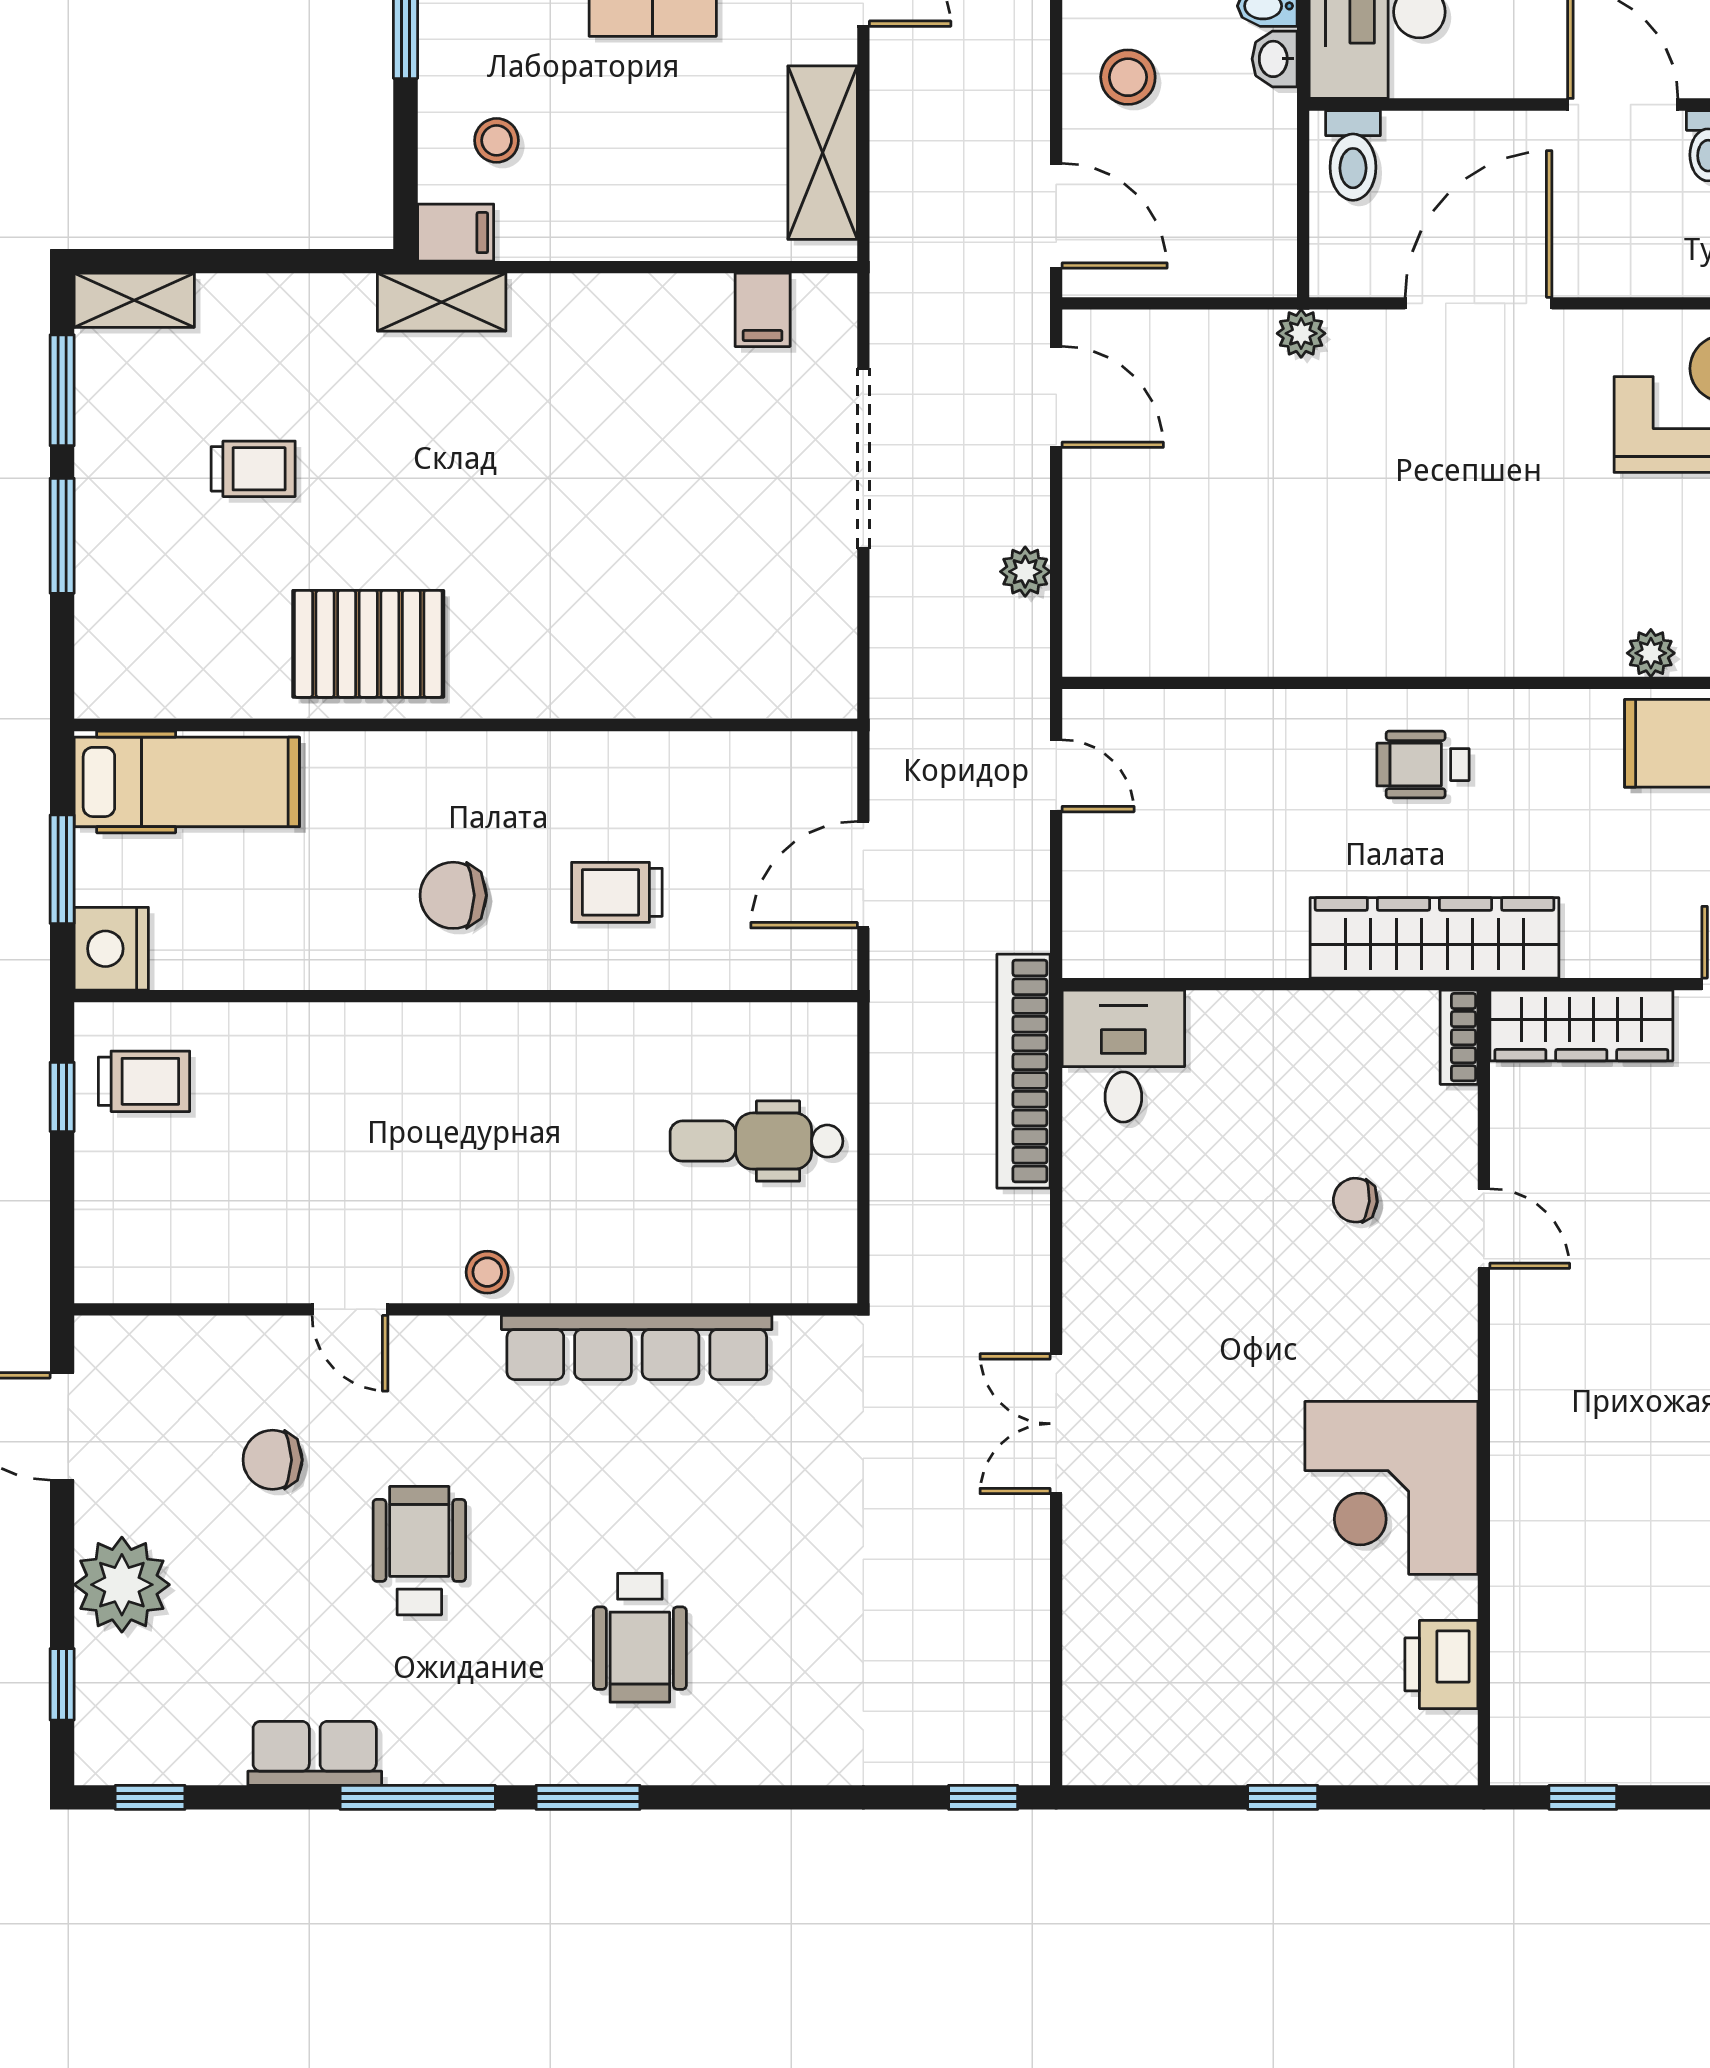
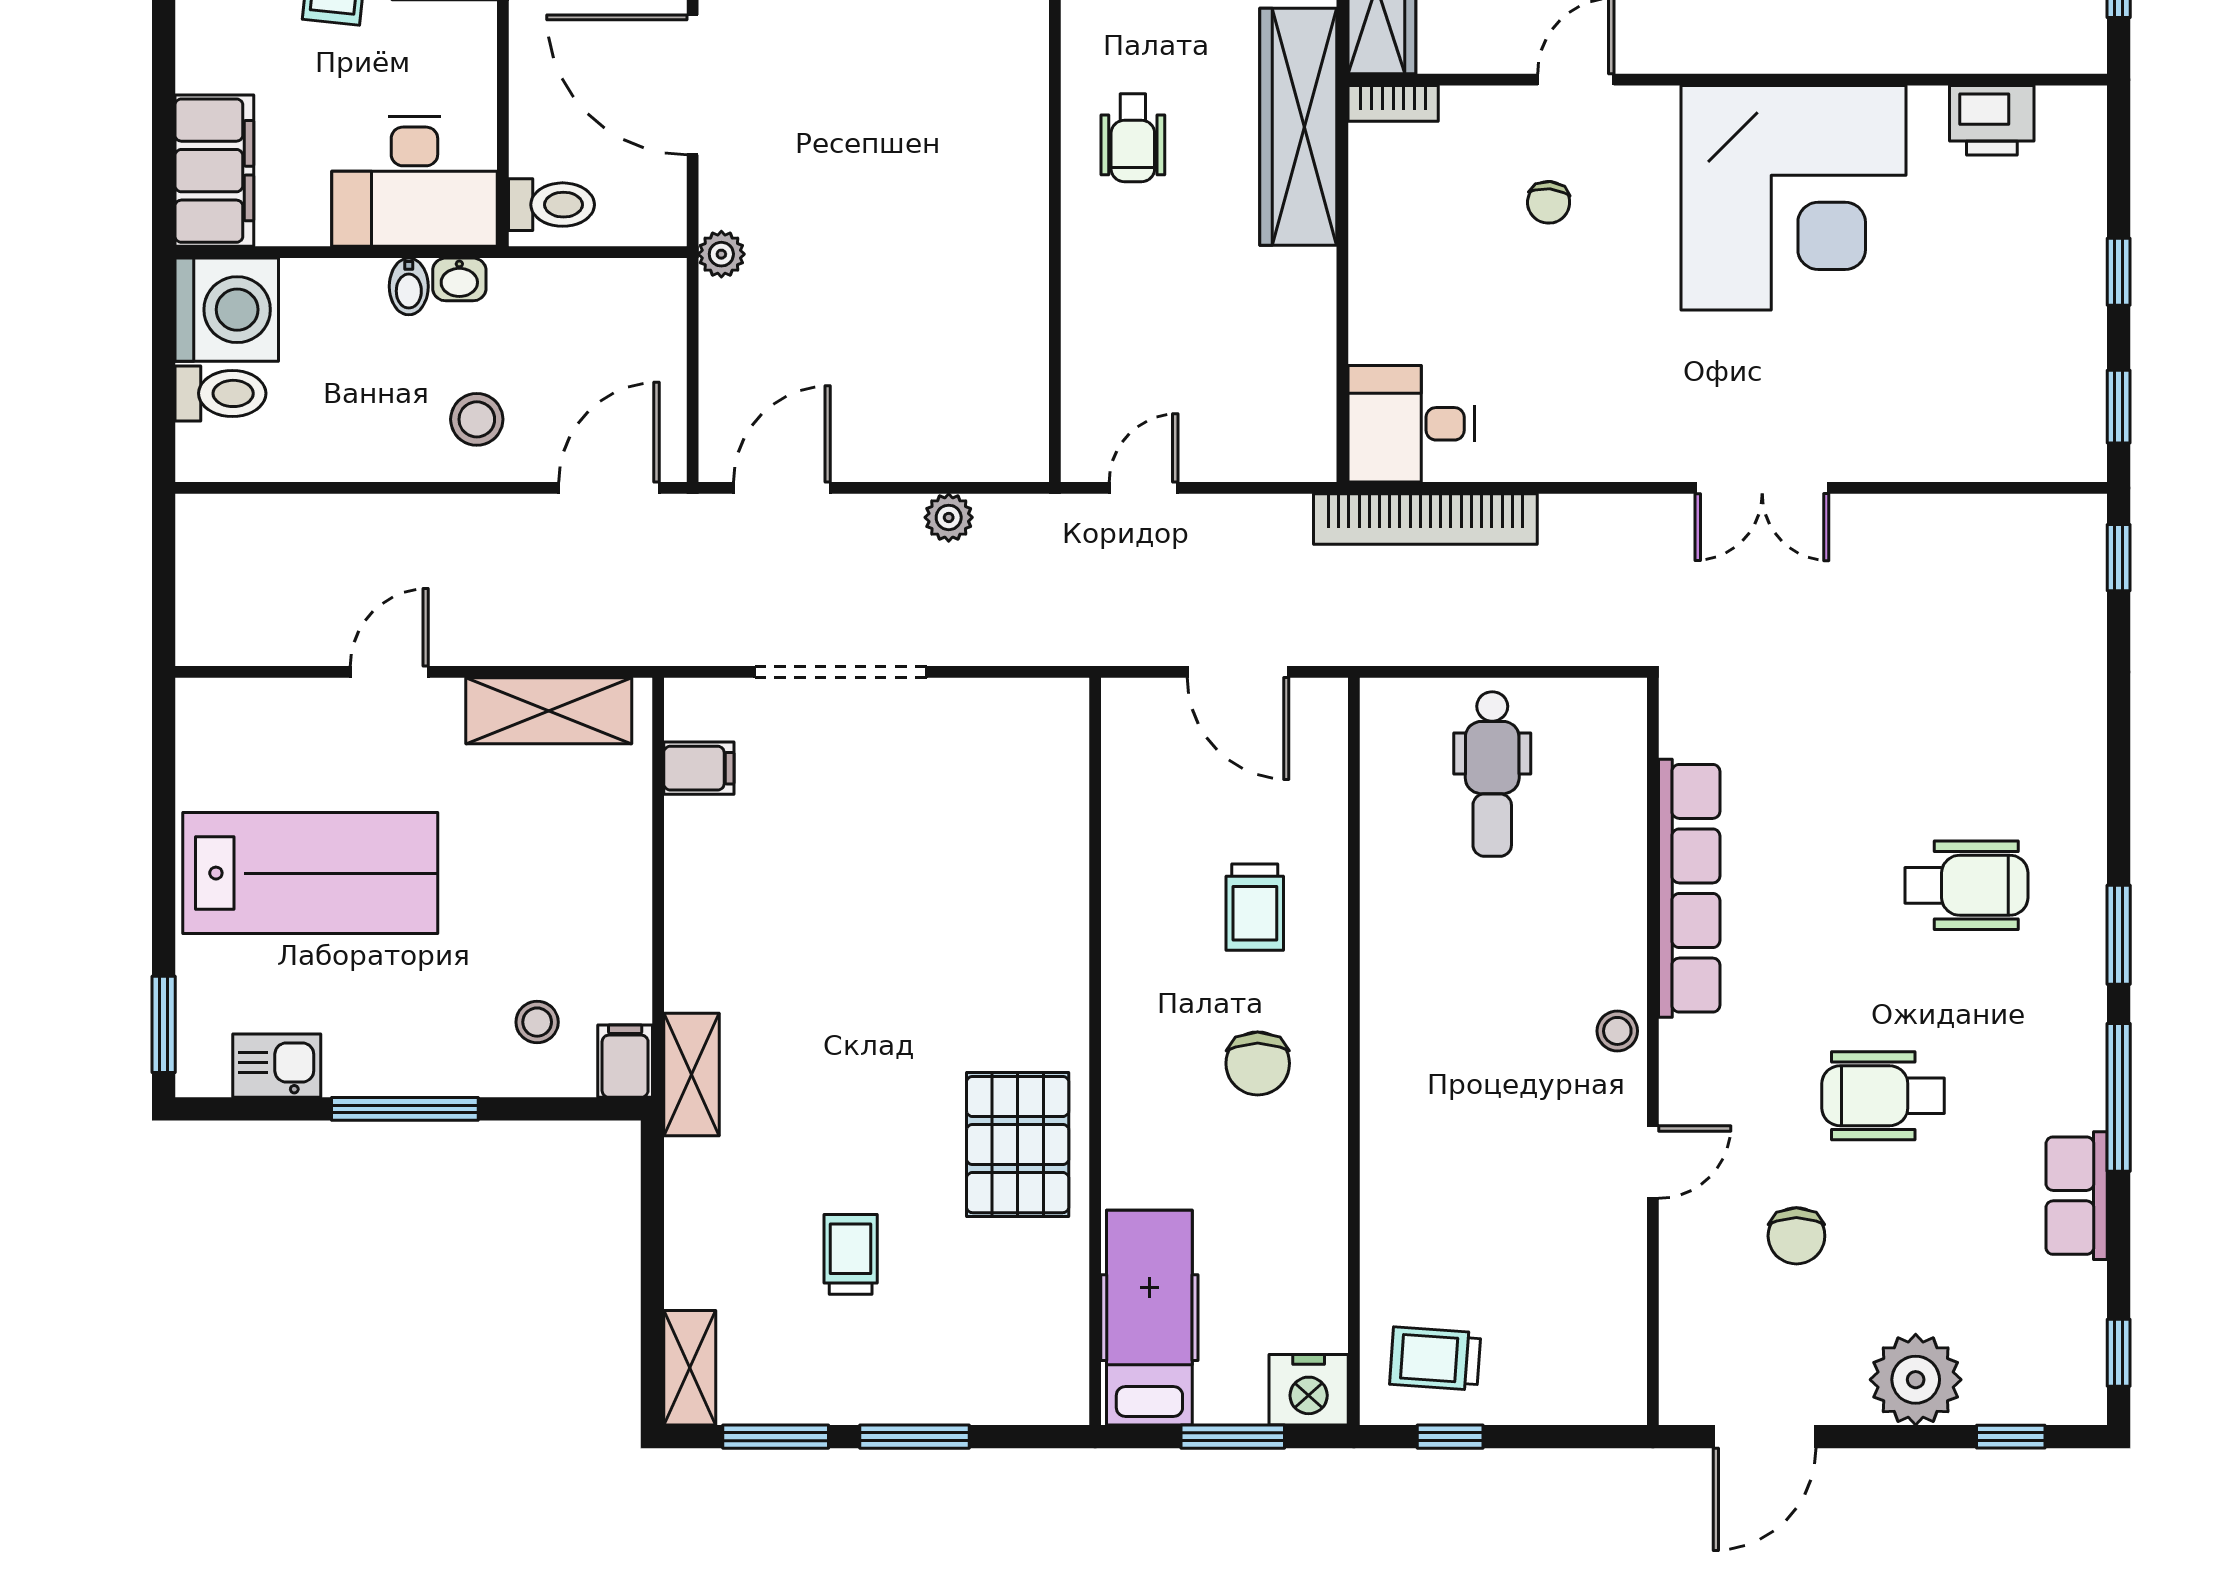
trolley: (144, 1081) -> (1435, 1359), turned -86
corner desk: (1391, 1488) -> (1794, 198), width x1.36, depth x1.36
window: (1141, 1797) -> (2119, 407), added

